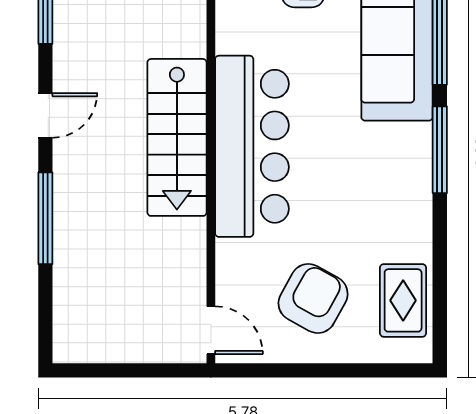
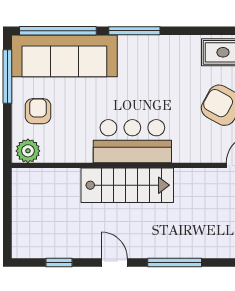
bar counter: (252, 146) -> (132, 141), width x0.73

